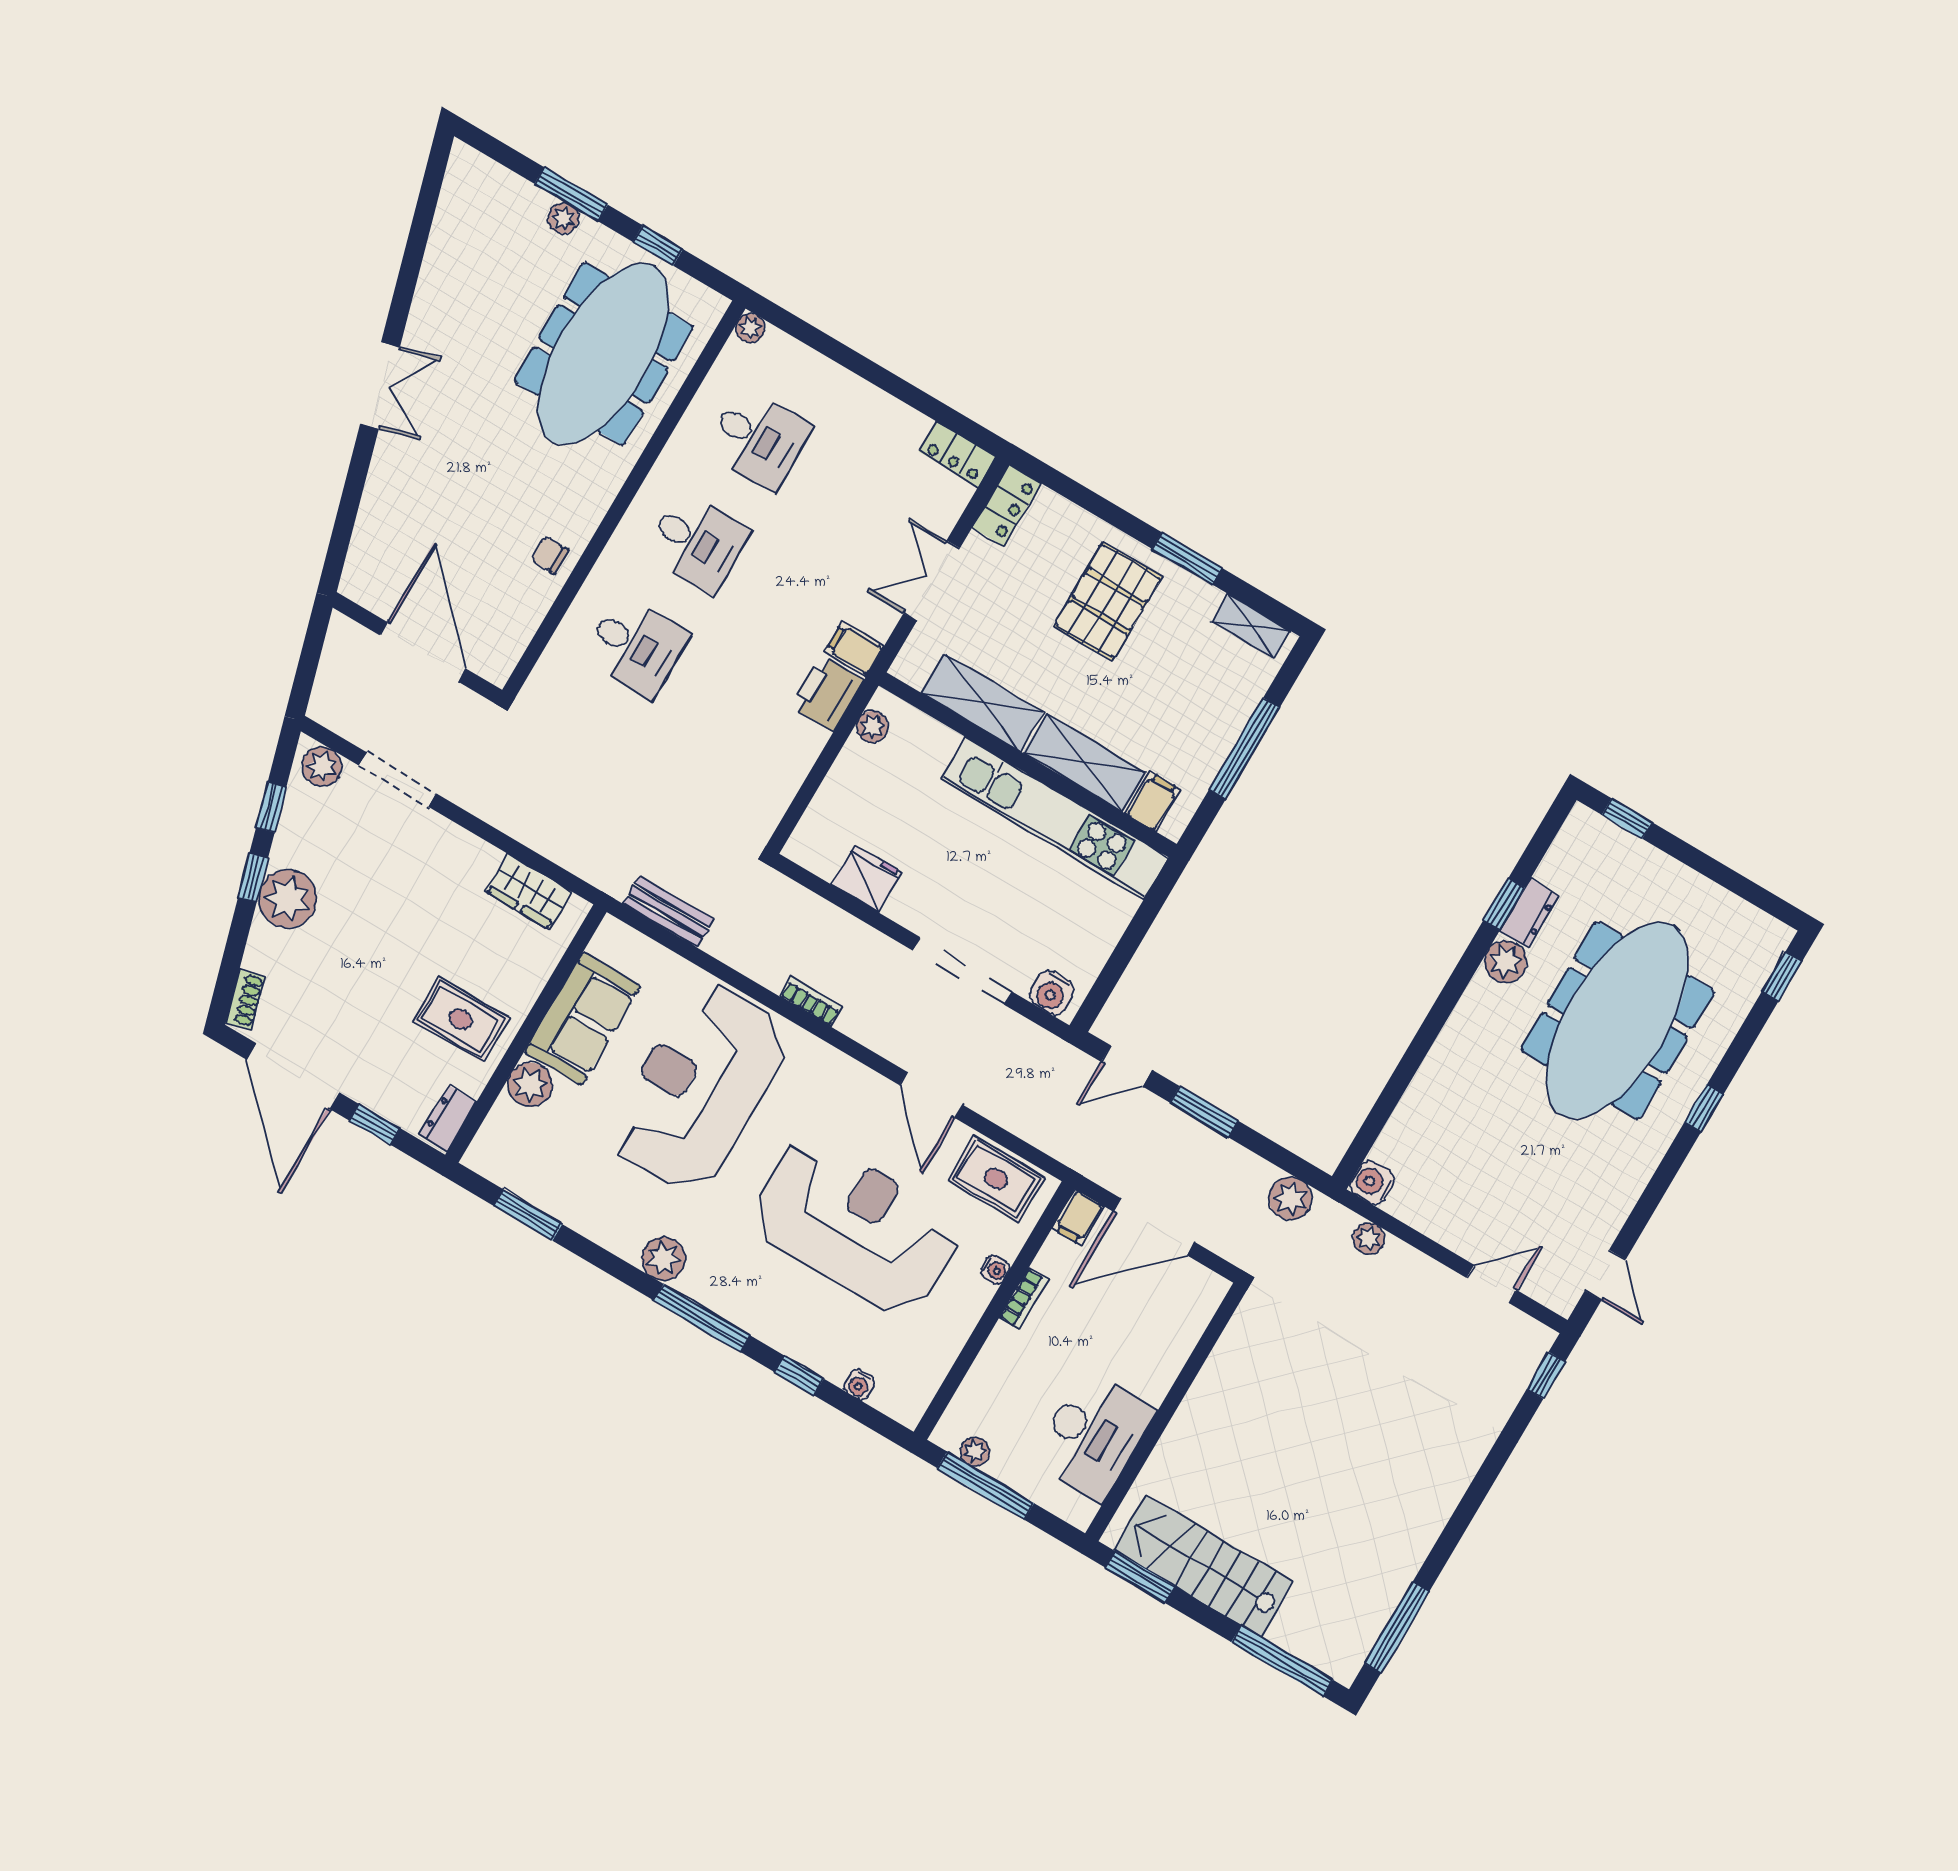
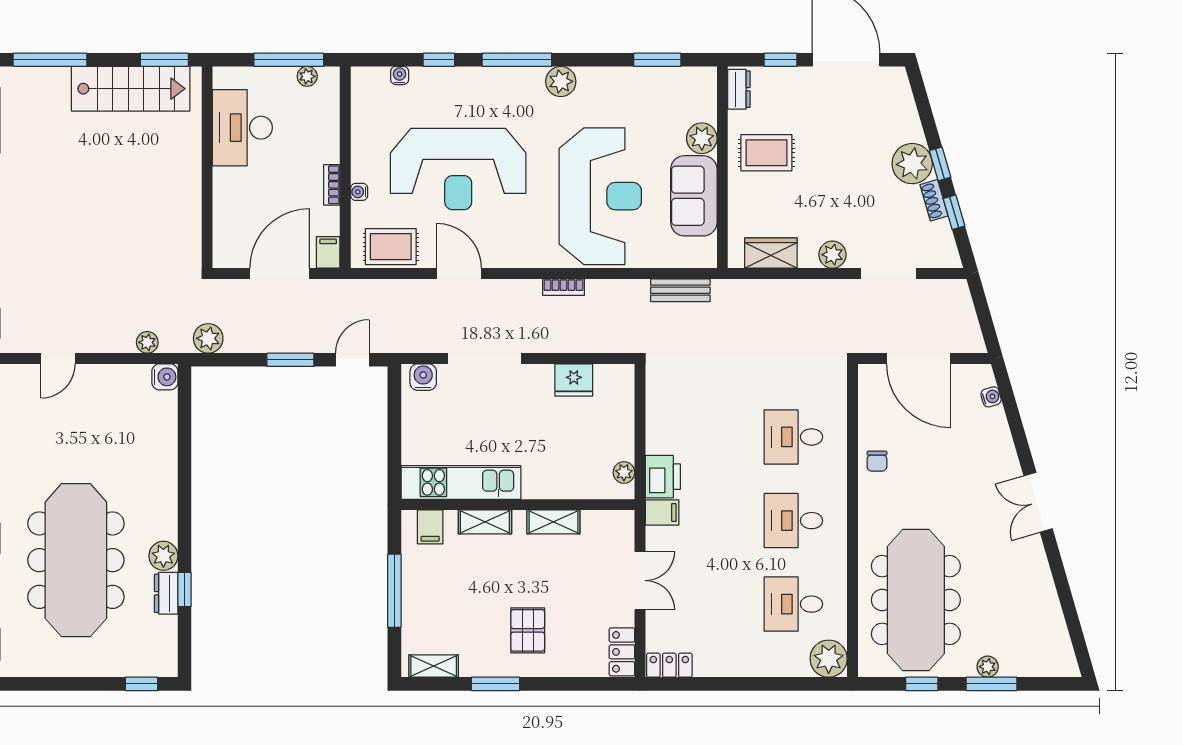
plant: (750, 328) -> (829, 659), width x1.87, depth x1.87
water cooler: (361, 551) -> (991, 397), added
chair: (550, 555) -> (877, 461), turned 90
pallet: (1108, 601) -> (528, 630), width x0.67, depth x0.71
shelving: (983, 703) -> (553, 522), width x0.67, depth x0.75
shelving: (1084, 763) -> (485, 522), width x0.67, depth x0.75
plant: (322, 766) -> (832, 255), moved
kitchen unit: (1055, 818) -> (461, 482), width x0.73
shoe rack: (245, 1000) -> (934, 200), moved

